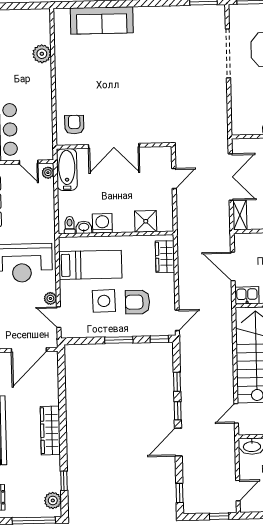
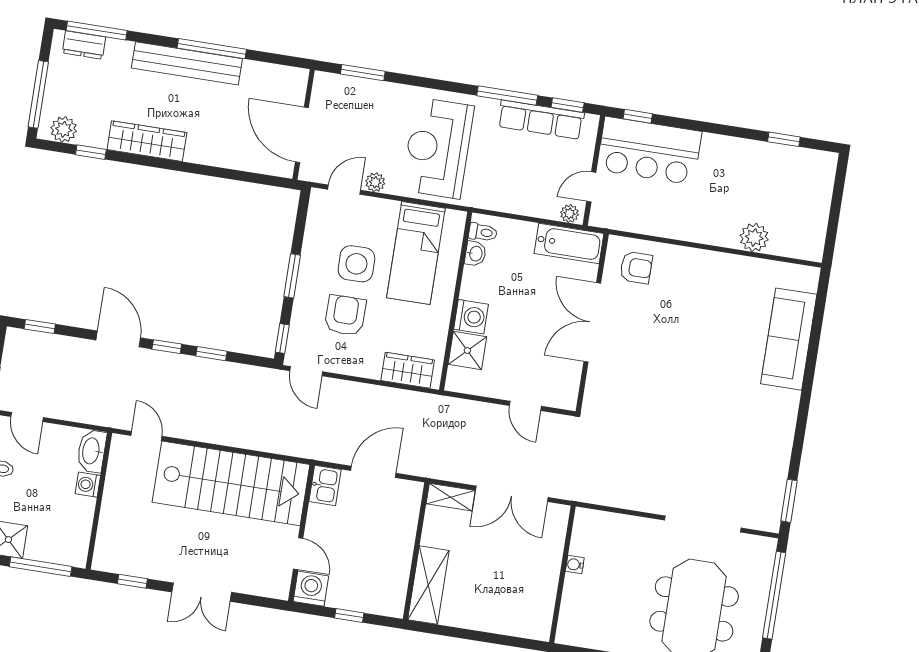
washing machine: (102, 223) -> (471, 317), moved
wardrobe: (50, 431) -> (147, 141), moved

